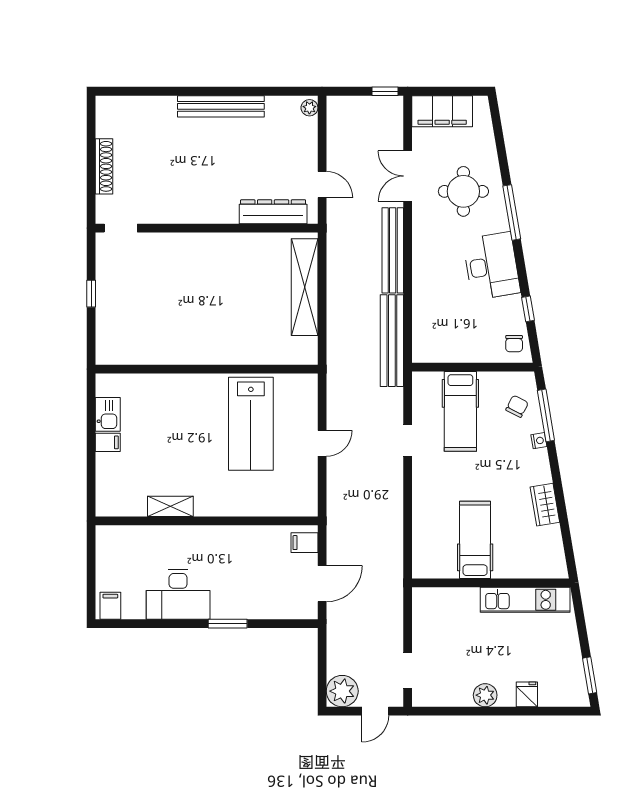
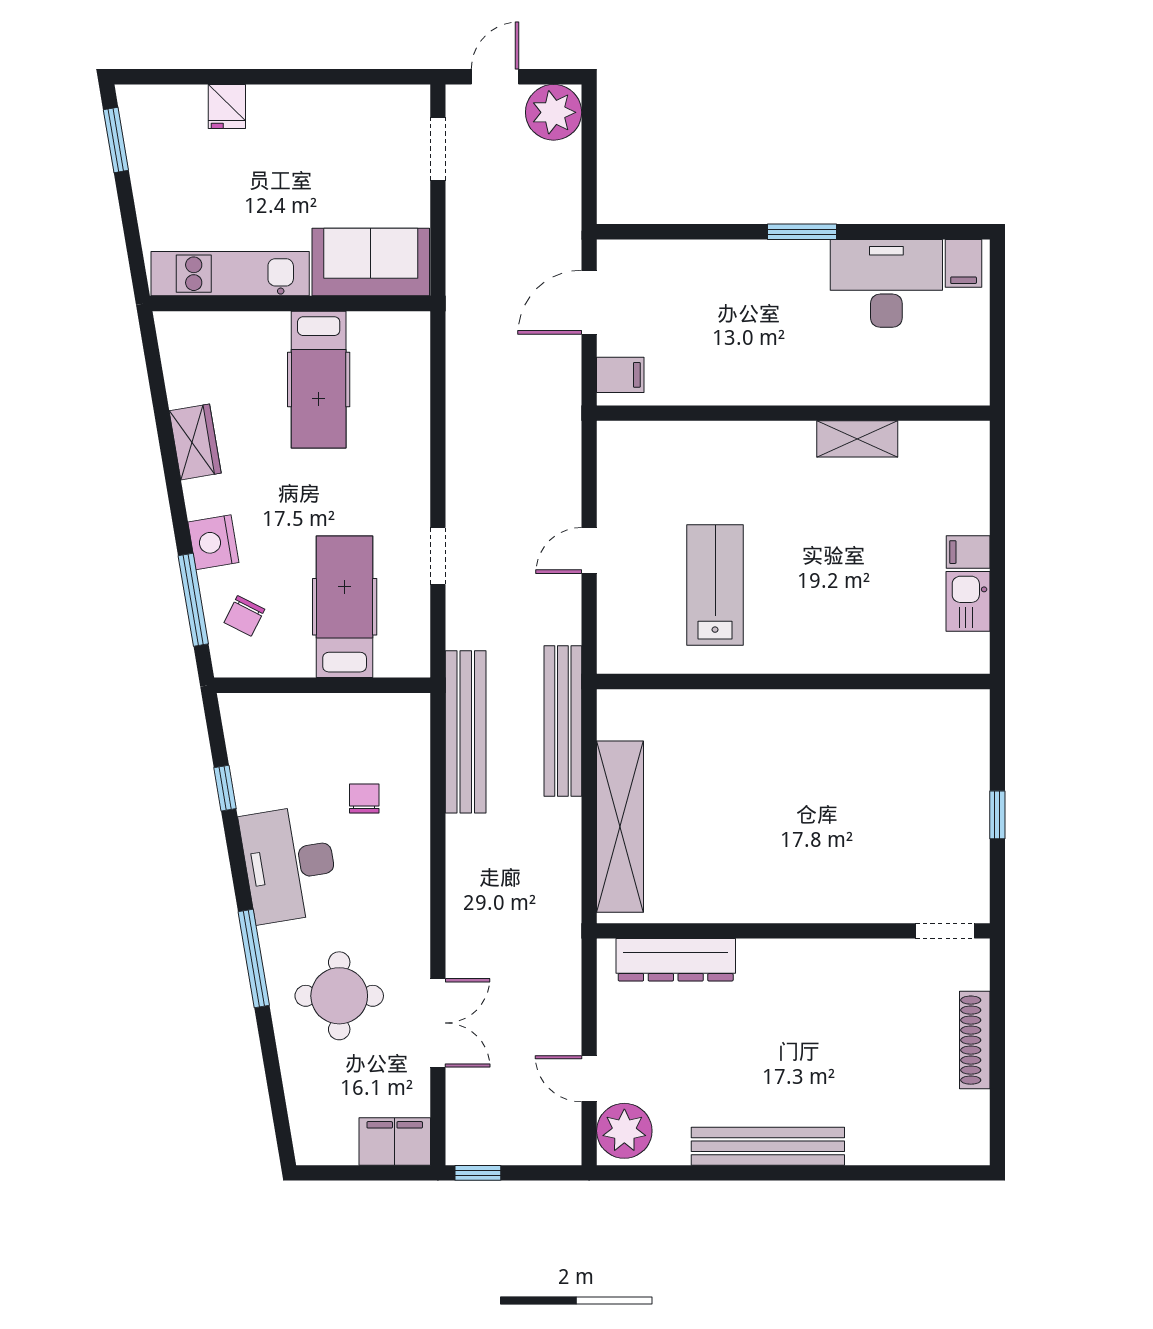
plant: (309, 108) -> (624, 1131), width x1.88, depth x1.88
filing cabinet: (442, 111) -> (395, 1141), width x0.67, depth x0.86
door: (322, 184) -> (589, 1079), moved
bench: (393, 250) -> (563, 721), moved
chair: (514, 344) -> (364, 798), moved
lab bench: (251, 424) -> (715, 585), width x0.73, depth x0.72
nightstand: (539, 441) -> (213, 542), width x1.89, depth x1.79
desk: (178, 594) -> (886, 283), moved
sofa: (446, 606) -> (371, 262), added
window: (228, 624) -> (802, 232), moved
plant: (485, 695) -> (301, 105), removed

